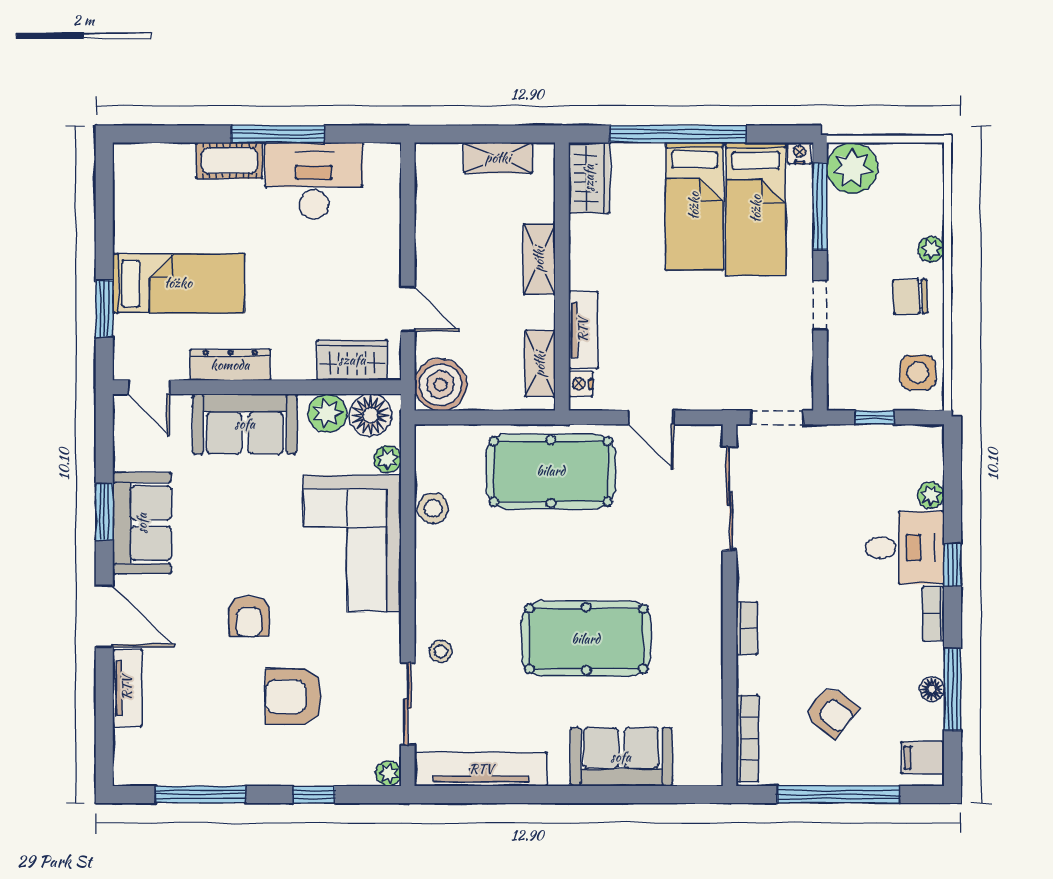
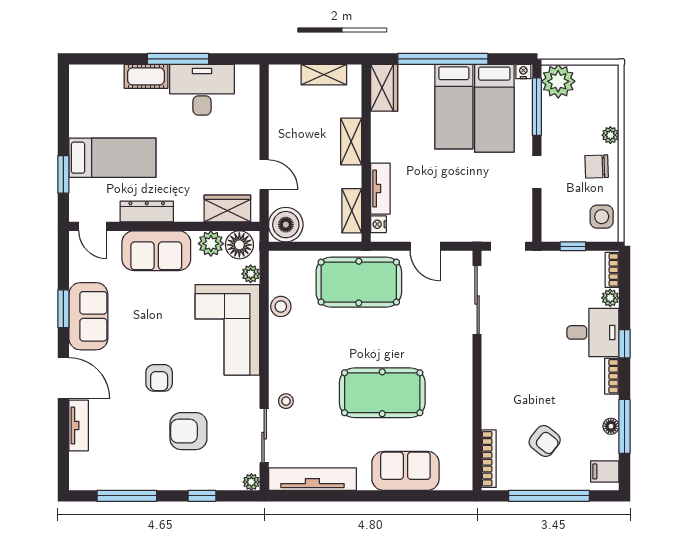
bookcase: (747, 628) -> (612, 270), moved, turned 180

